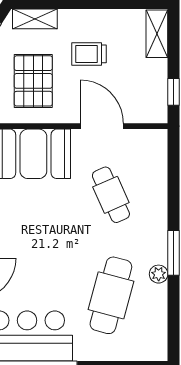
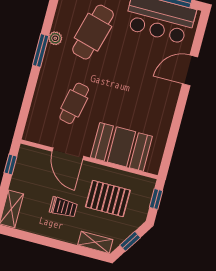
pallet: (33, 81) -> (108, 199), turned 90
cafe table: (111, 195) -> (74, 103), turned 36

